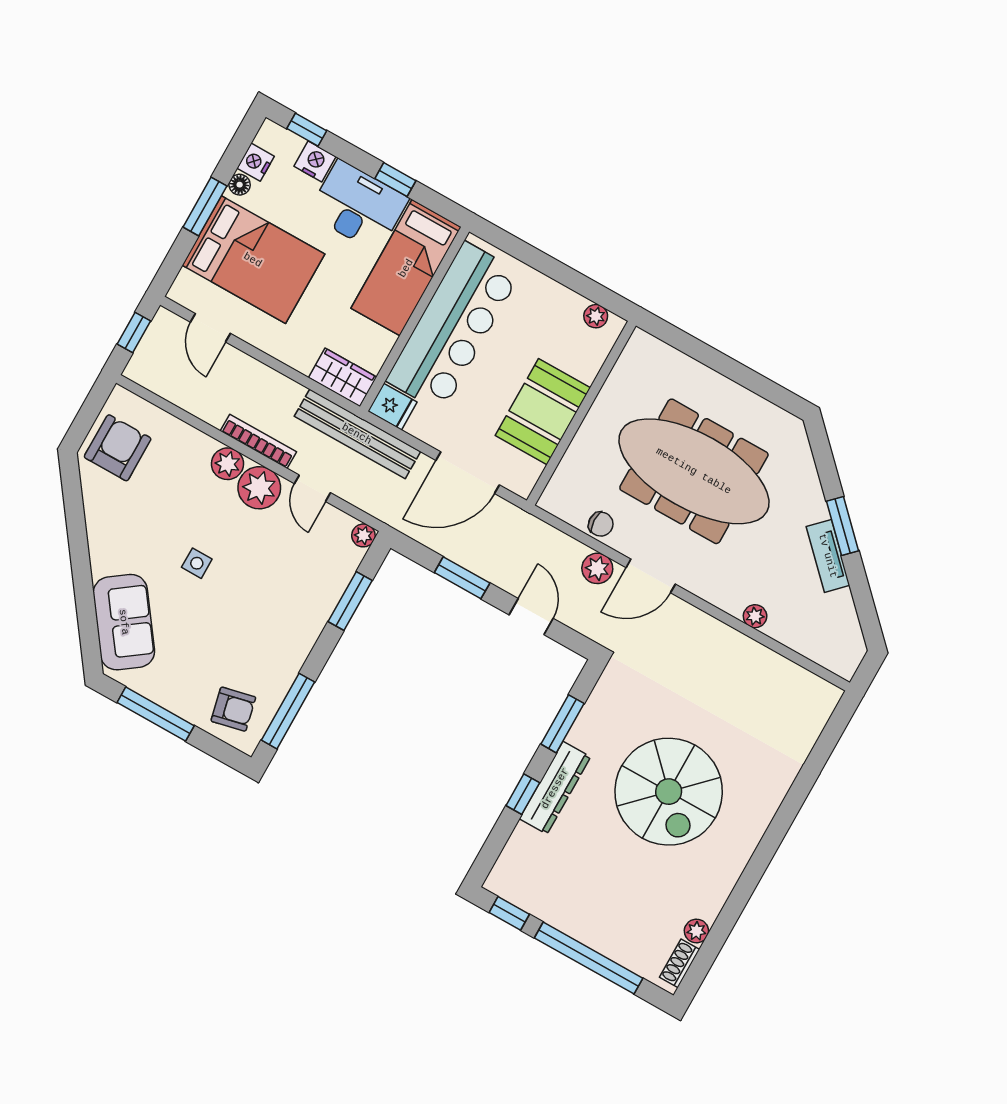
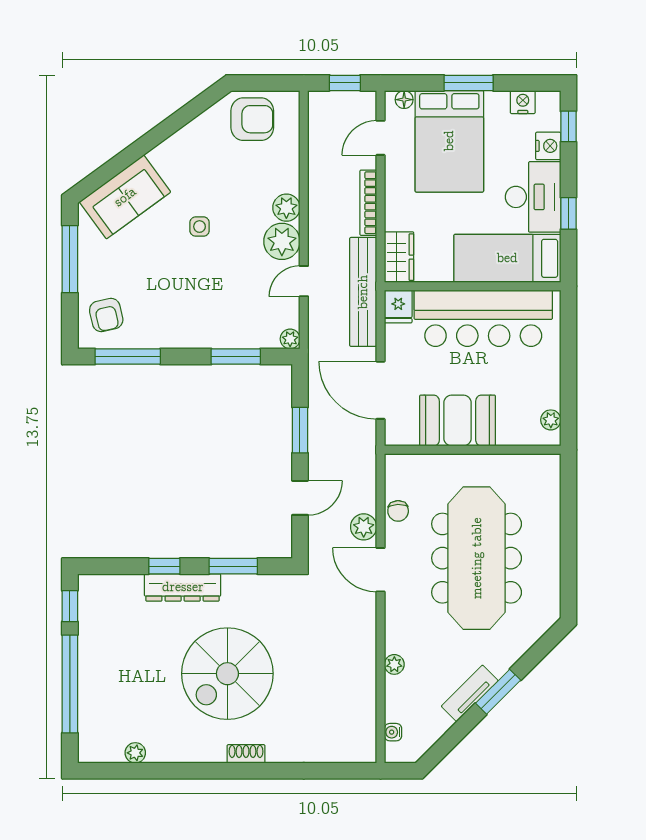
floor lamp: (240, 185) -> (404, 100), moved
bookcase: (258, 441) -> (368, 203), moved, turned 180
water cooler: (823, 656) -> (393, 732), added
shoe rack: (680, 963) -> (246, 754), moved

